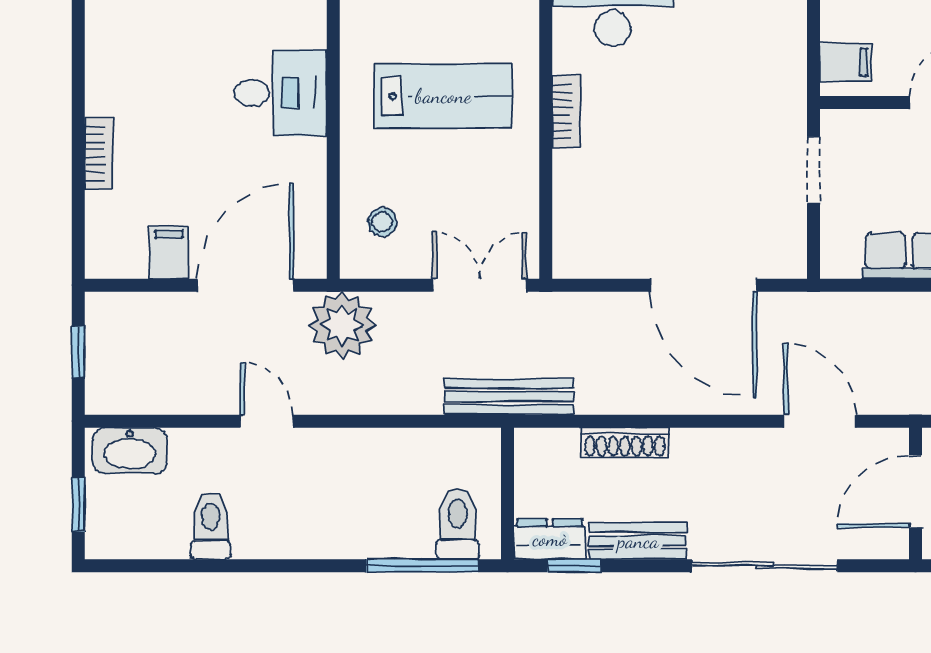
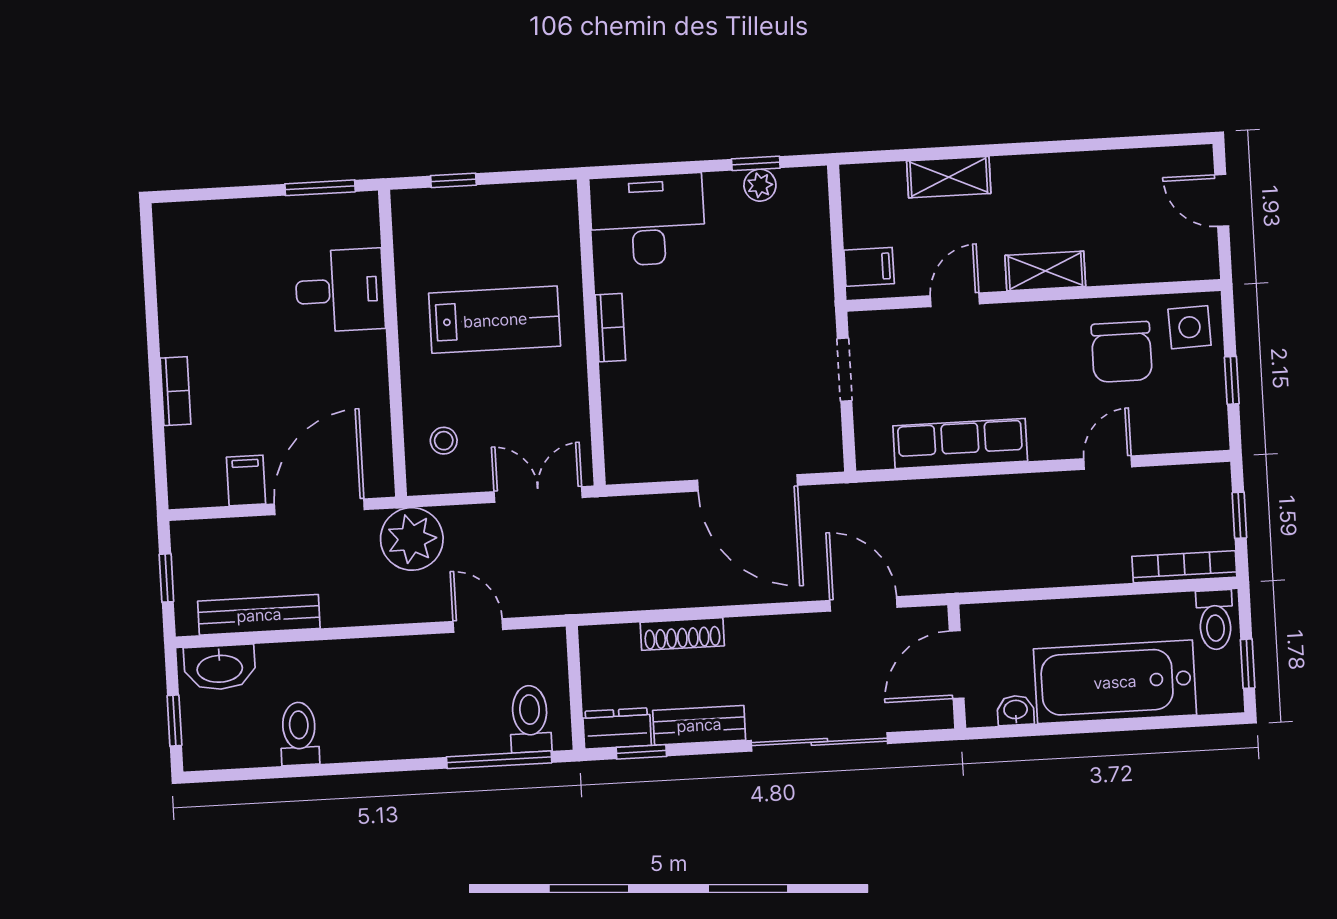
desk: (280, 93) -> (340, 290), moved
bench: (509, 397) -> (259, 615), moved
door: (267, 421) -> (478, 625), moved

